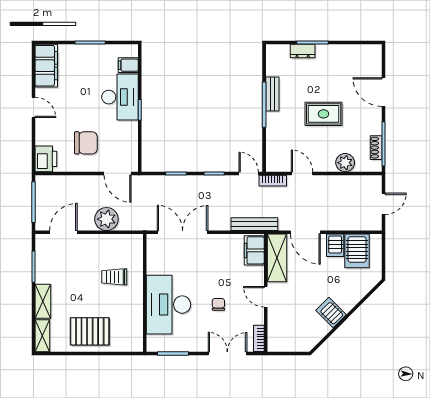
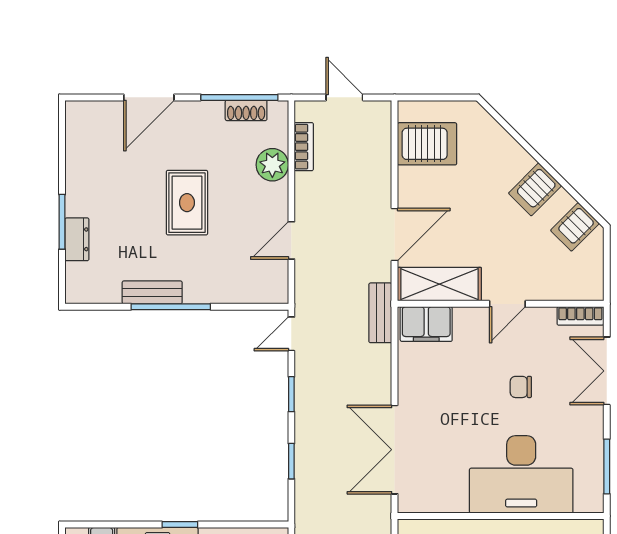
bookcase: (273, 181) -> (304, 147), moved
bench: (254, 224) -> (380, 313), width x0.73
server rack: (335, 245) -> (575, 227), moved, turned 135

